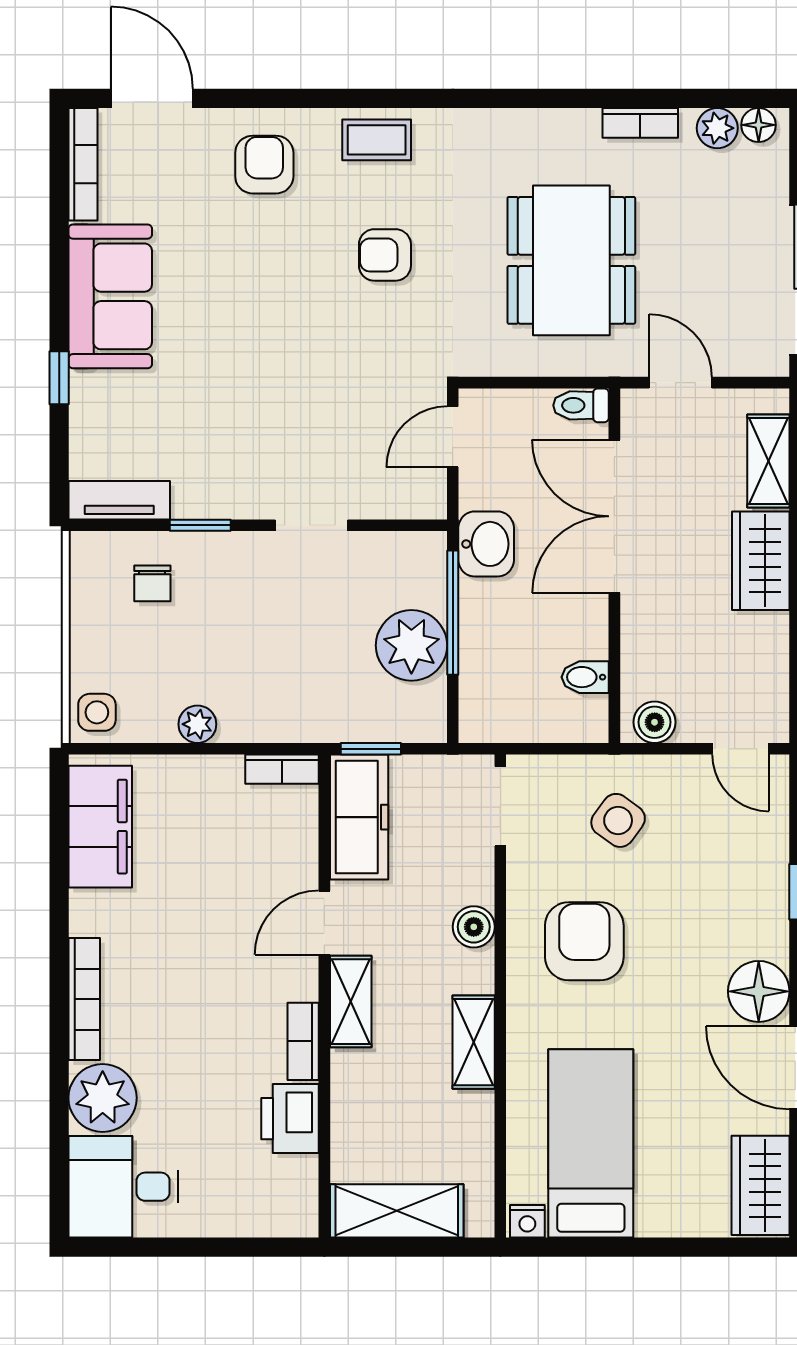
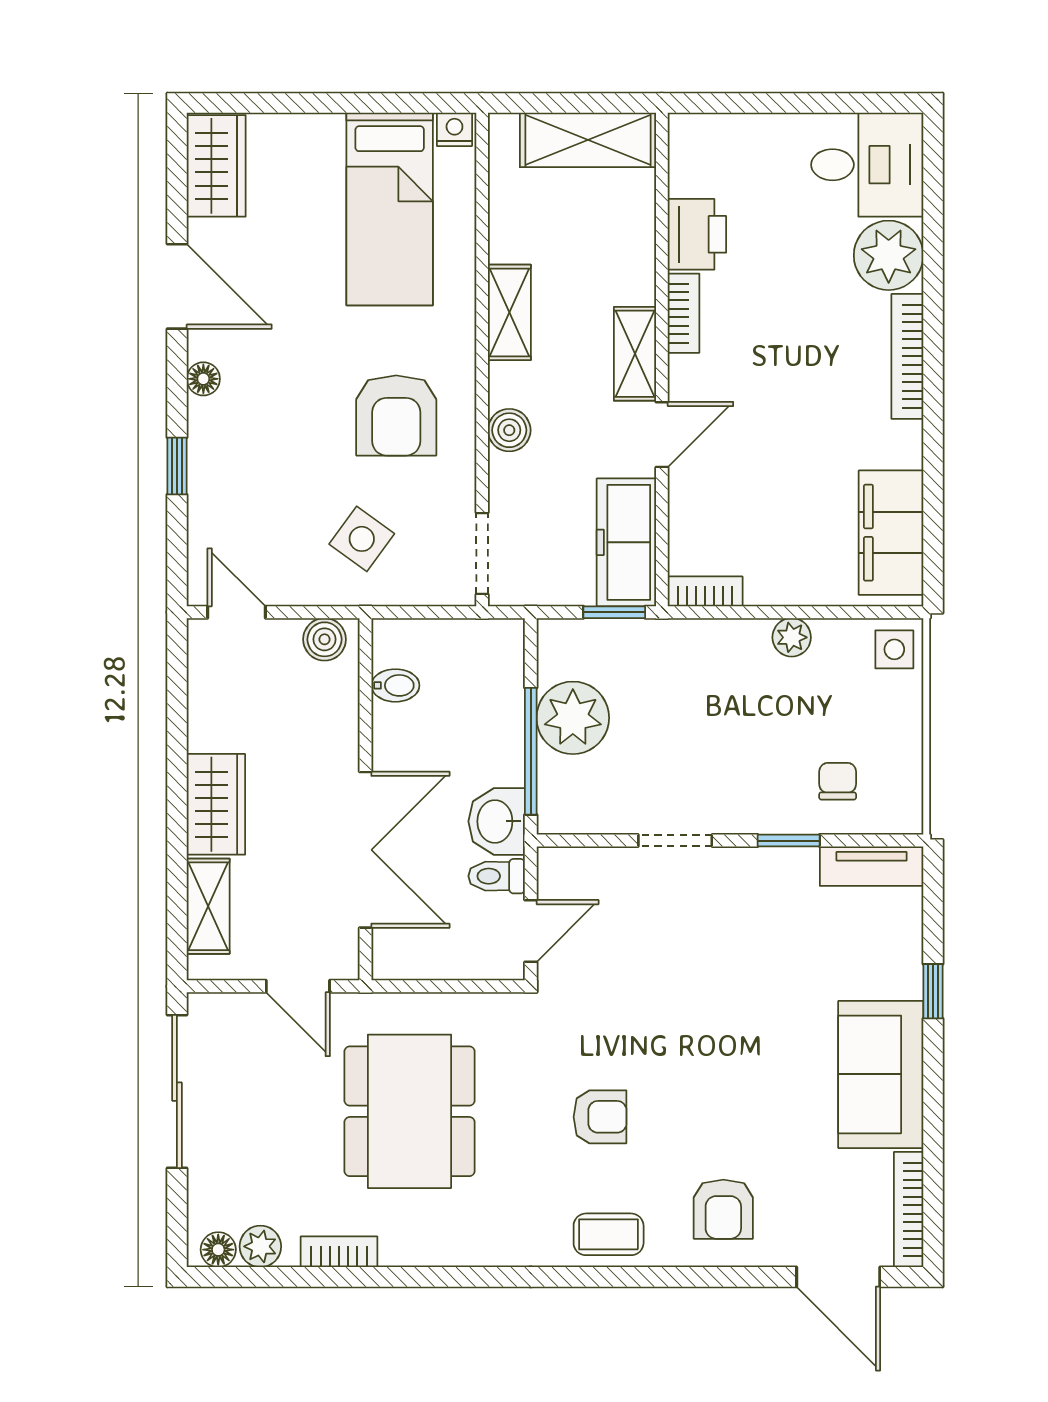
toilet: (581, 405) -> (497, 876), moved, turned 180
floor lamp: (759, 991) -> (203, 379), width x0.53, depth x0.53

